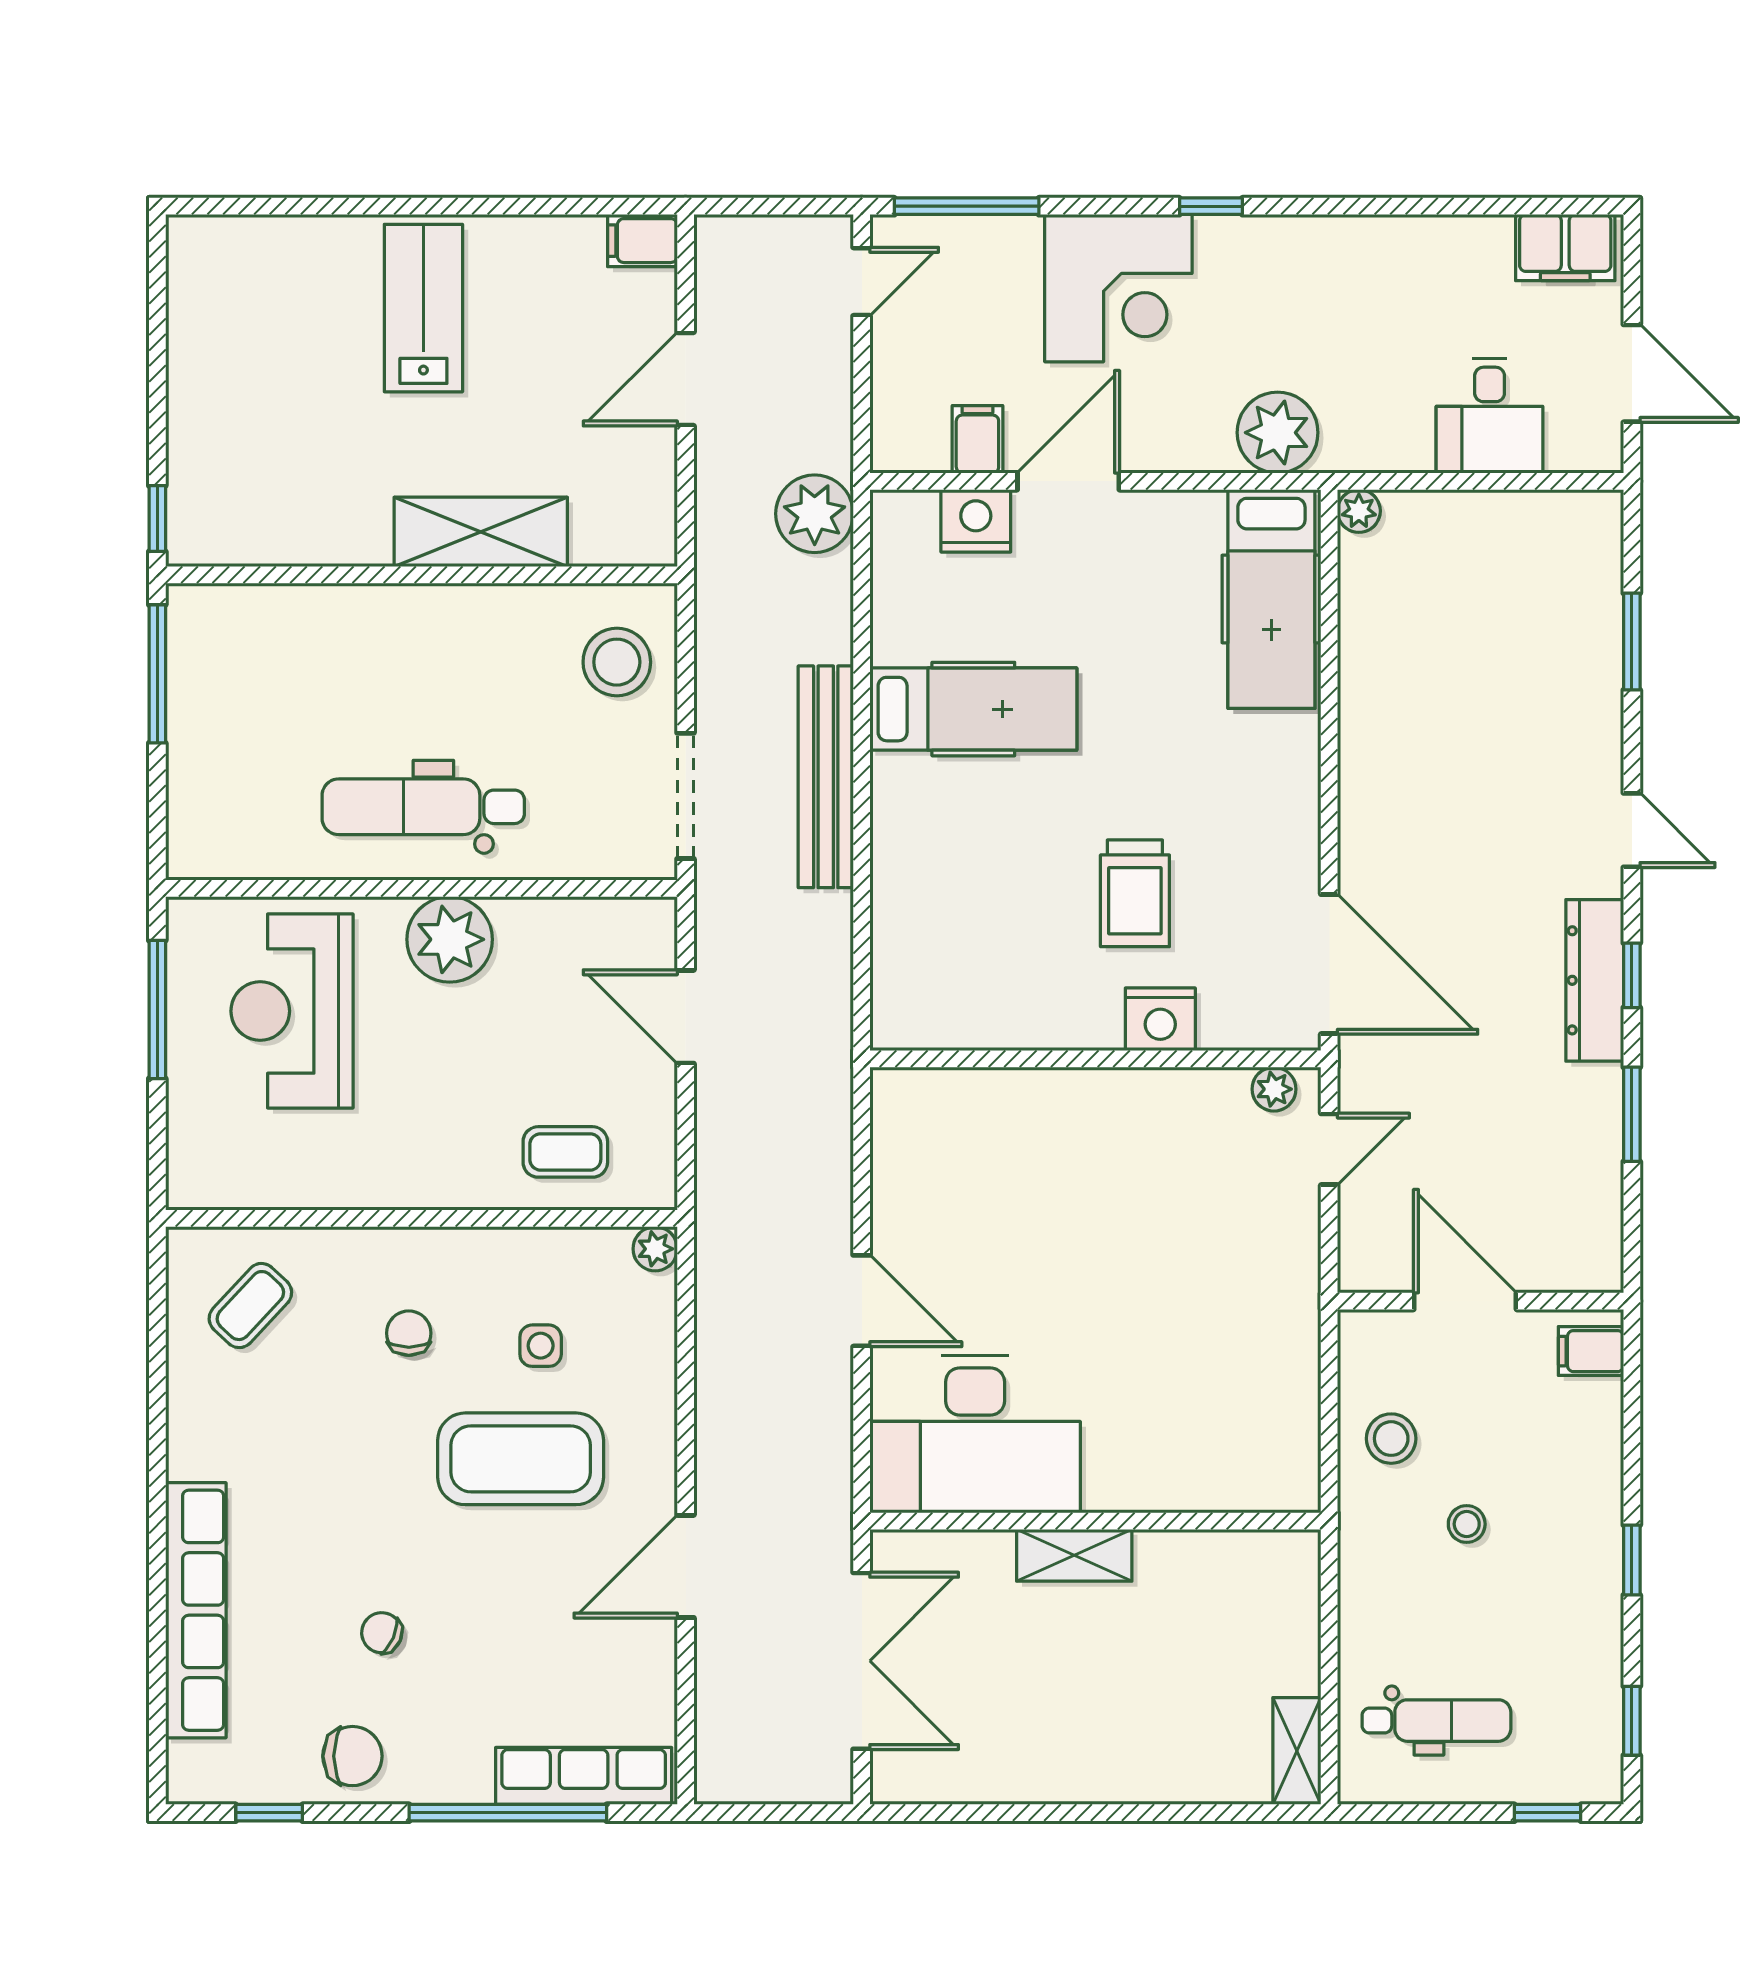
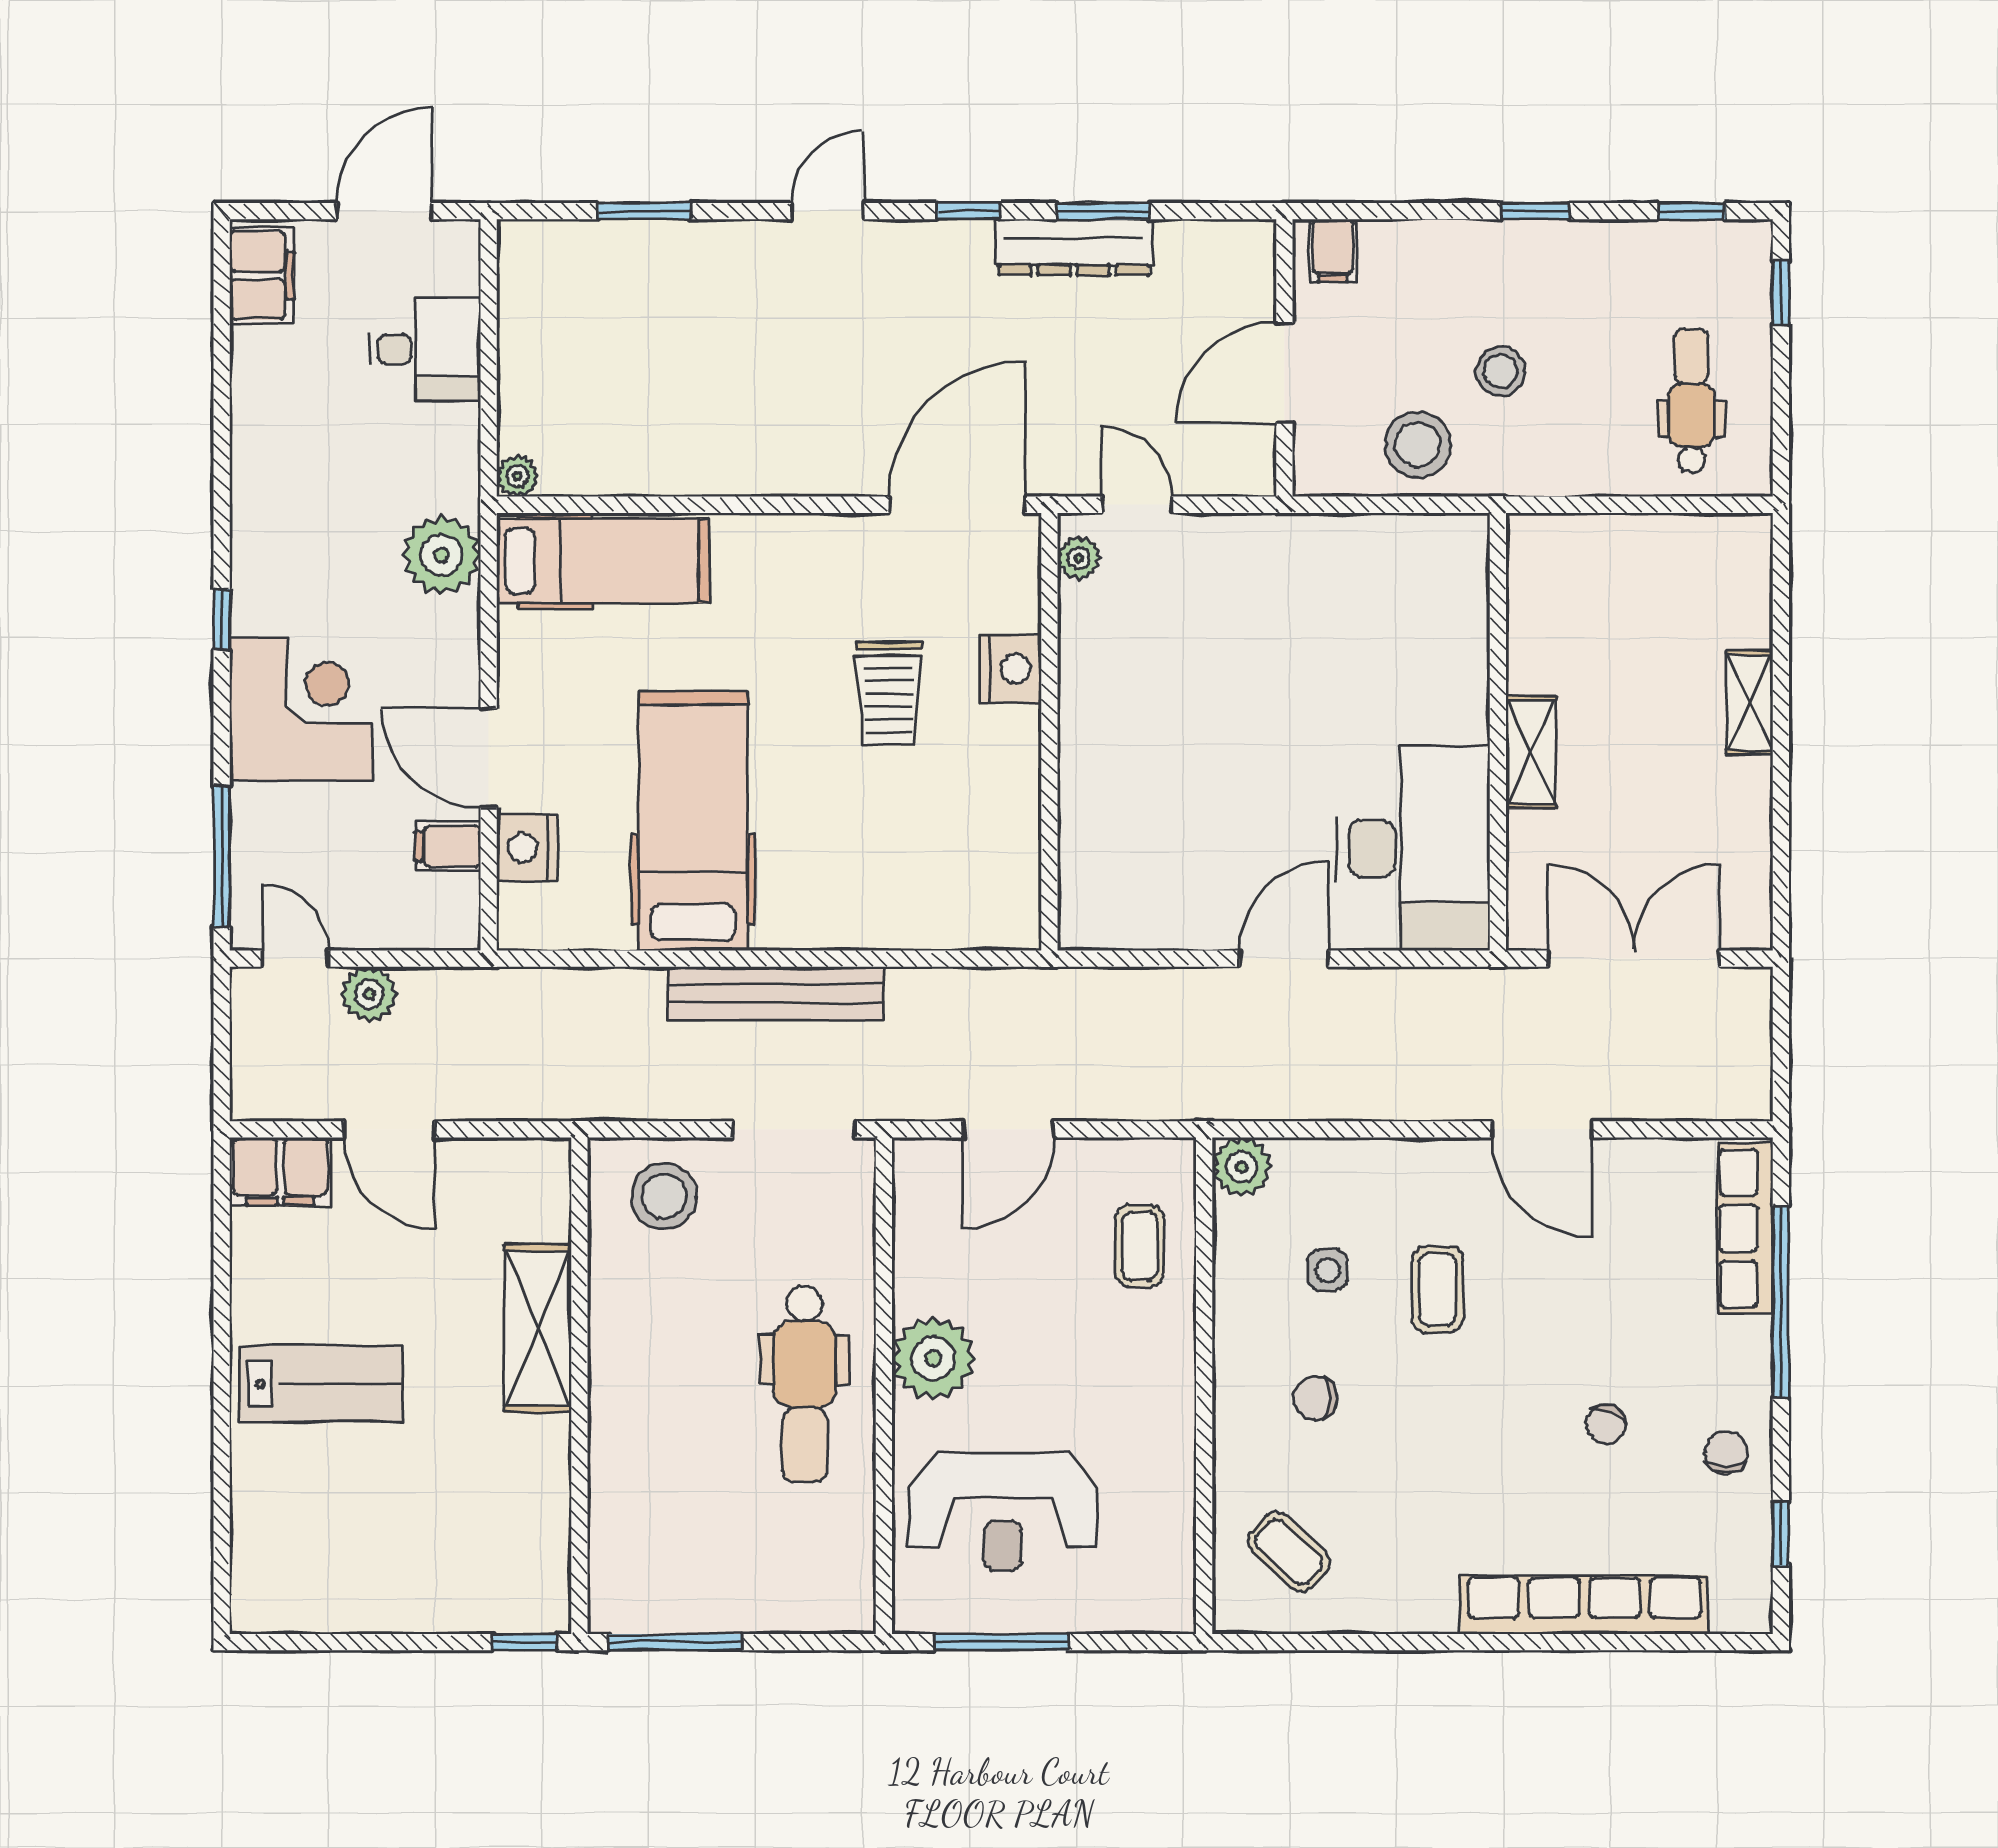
filing cabinet: (642, 241) -> (280, 1171), width x2.00
lab bench: (423, 308) -> (321, 1384), turned 180
plant: (815, 514) -> (369, 994), moved, width x0.73, depth x0.73
hospital bed: (973, 709) -> (693, 821), width x1.37, depth x1.29
trolley: (1135, 893) -> (889, 693), turned 90
dresser: (1595, 980) -> (1074, 247), moved
plant: (655, 1249) -> (1242, 1167), width x1.38, depth x1.38
stool: (1391, 1439) -> (1418, 445), width x1.38, depth x1.38
coffee table: (521, 1459) -> (1437, 1289), width x0.54, depth x0.58
stool: (1467, 1524) -> (1501, 371), width x1.37, depth x1.37
shelving: (1297, 1751) -> (1750, 703), moved, turned 90
chair: (352, 1756) -> (1726, 1453), width x0.73, depth x0.73

